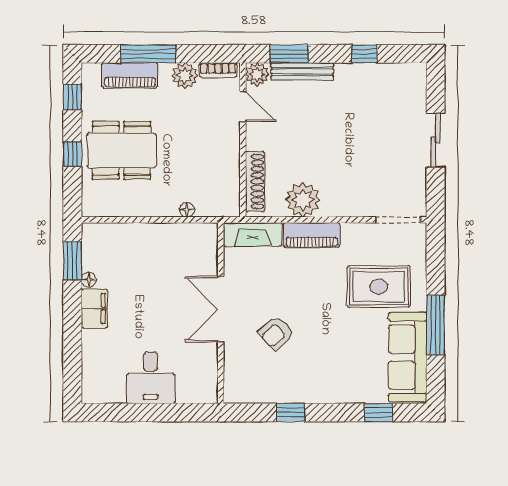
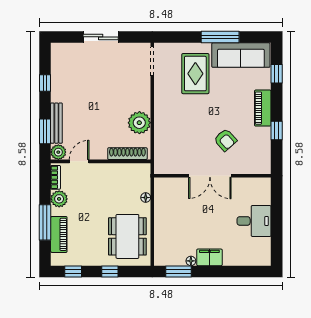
dining table: (121, 150) -> (127, 236), moved
fireplace: (253, 235) -> (162, 155), removed
piano: (312, 235) -> (263, 108), moved, turned 180

